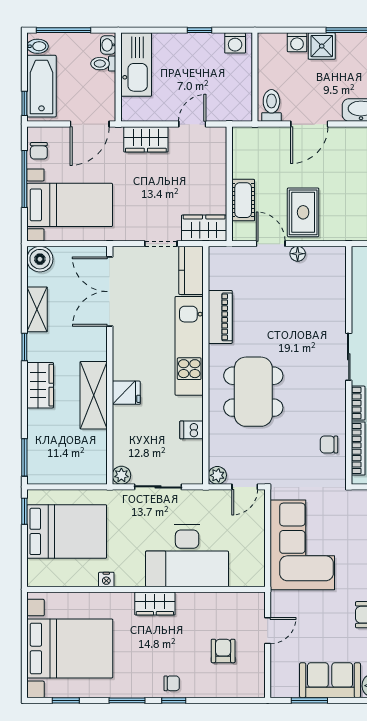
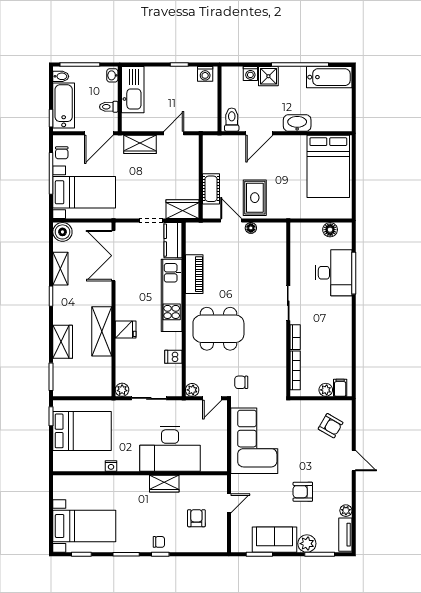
toilet: (103, 64) -> (109, 107), moved
wardrobe: (40, 385) -> (63, 342), moved
dining table: (253, 392) -> (218, 329), turned 90
chair: (329, 445) -> (241, 382), moved
wardrobe: (155, 604) -> (164, 484), moved
bed with nightstands: (70, 648) -> (84, 526), width x0.73

